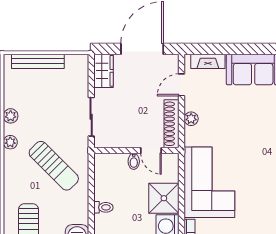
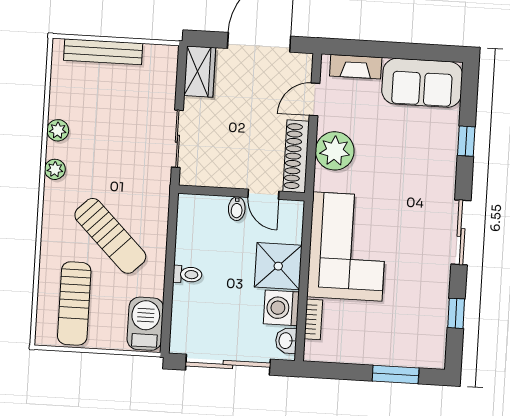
plant: (191, 119) -> (335, 151), width x1.88, depth x1.88
sun lounger: (54, 166) -> (110, 236), moved

